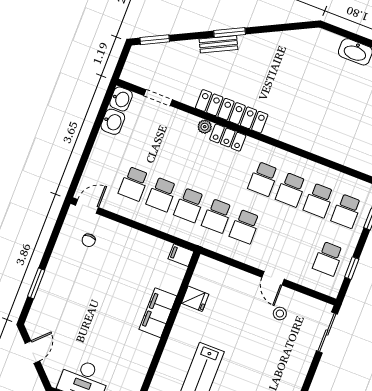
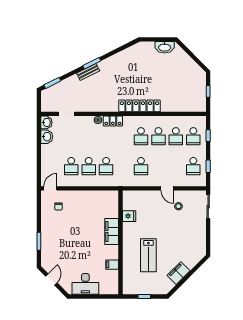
locker: (232, 111) -> (139, 106), moved
school desk: (217, 216) -> (124, 166), removed
filing cabinet: (181, 255) -> (112, 265), moved

